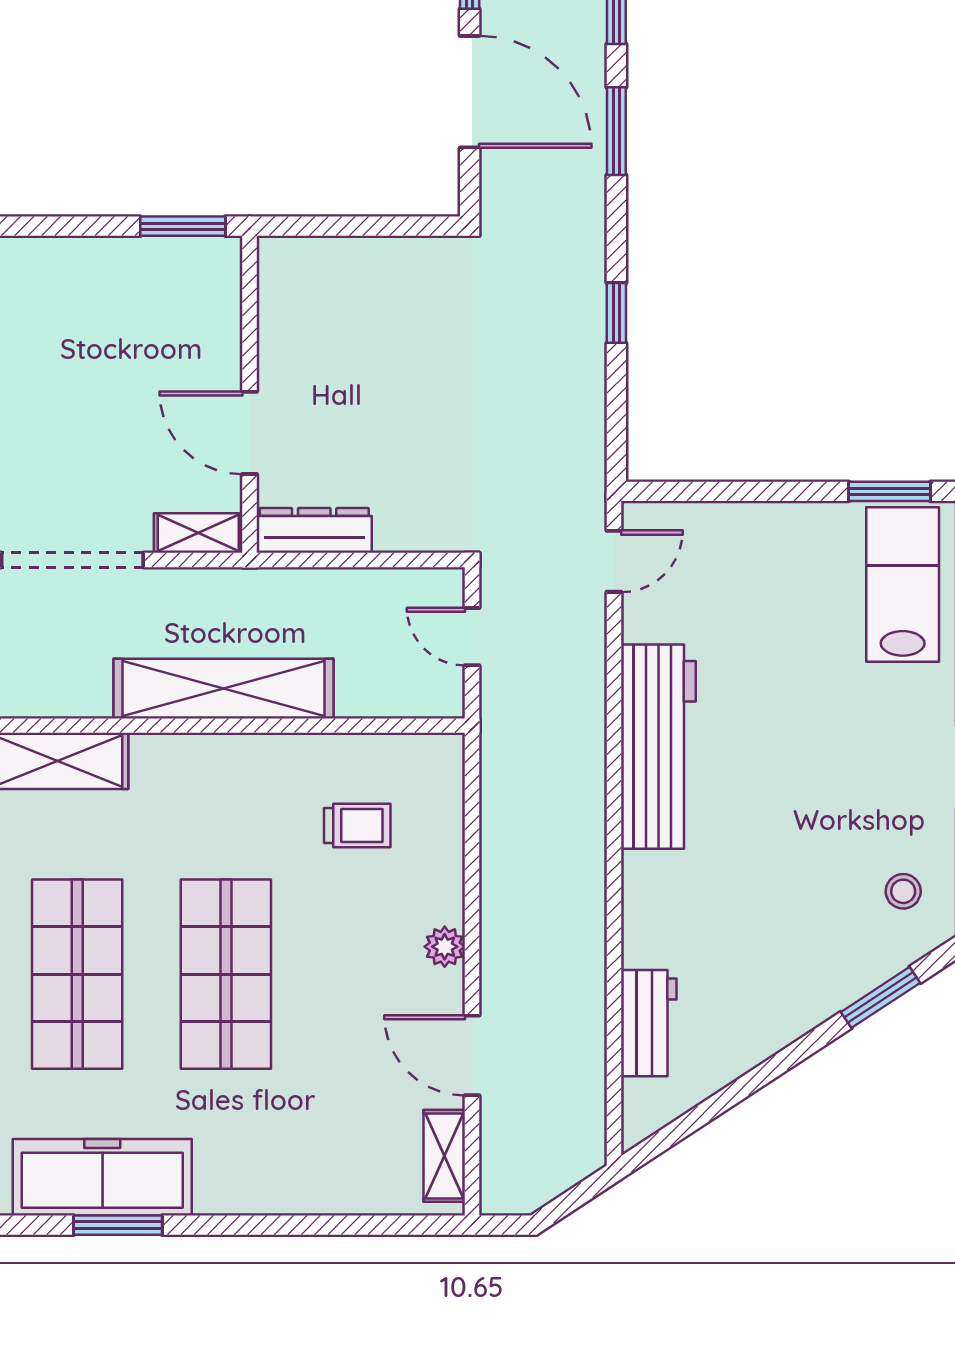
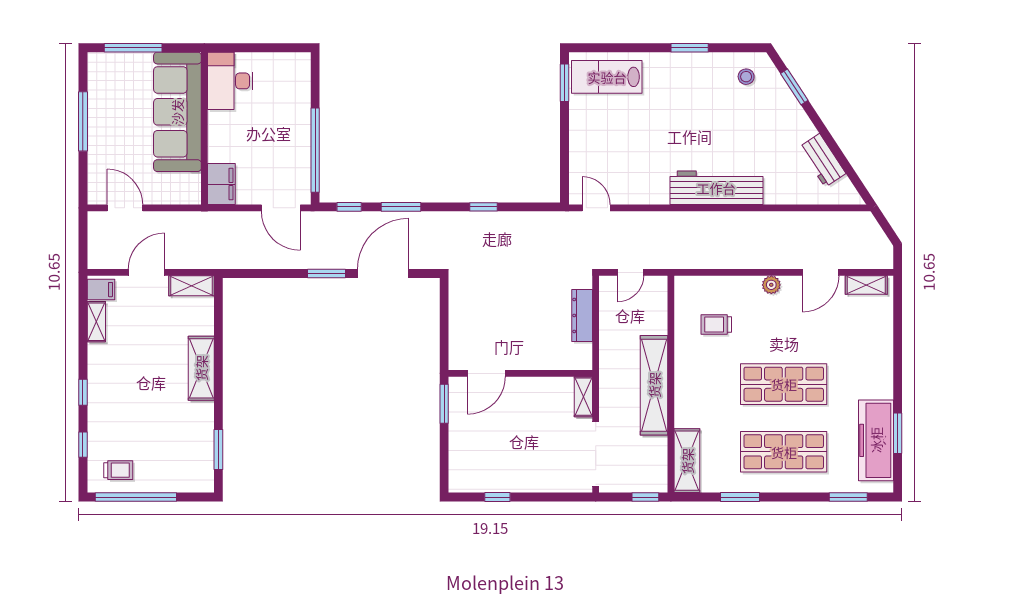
door: (250, 433) -> (486, 373), moved
dresser: (314, 530) -> (582, 315), moved
workbench: (658, 747) -> (716, 188), moved
trolley: (357, 825) -> (716, 325), turned -90
workbench: (649, 1023) -> (822, 160), moved, turned -123

